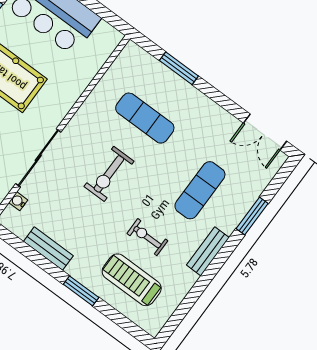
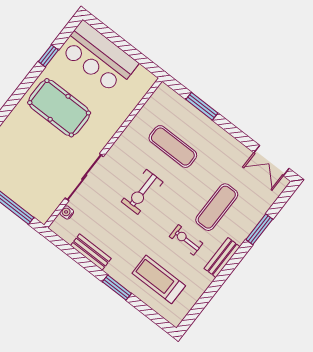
exercise bike: (147, 237) -> (186, 240), moved

